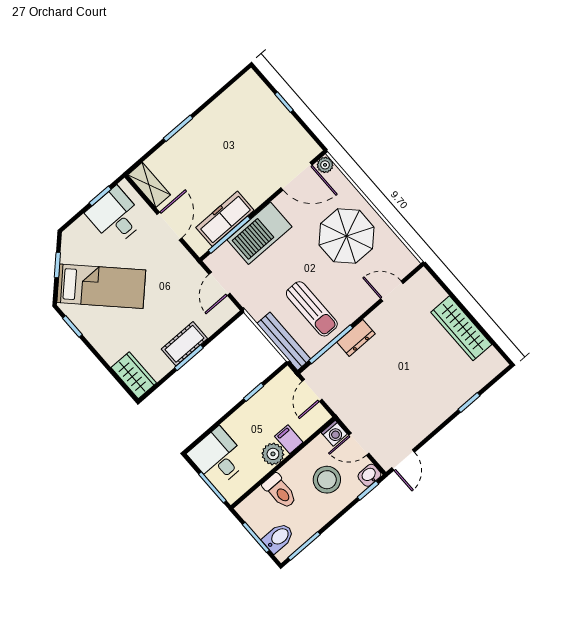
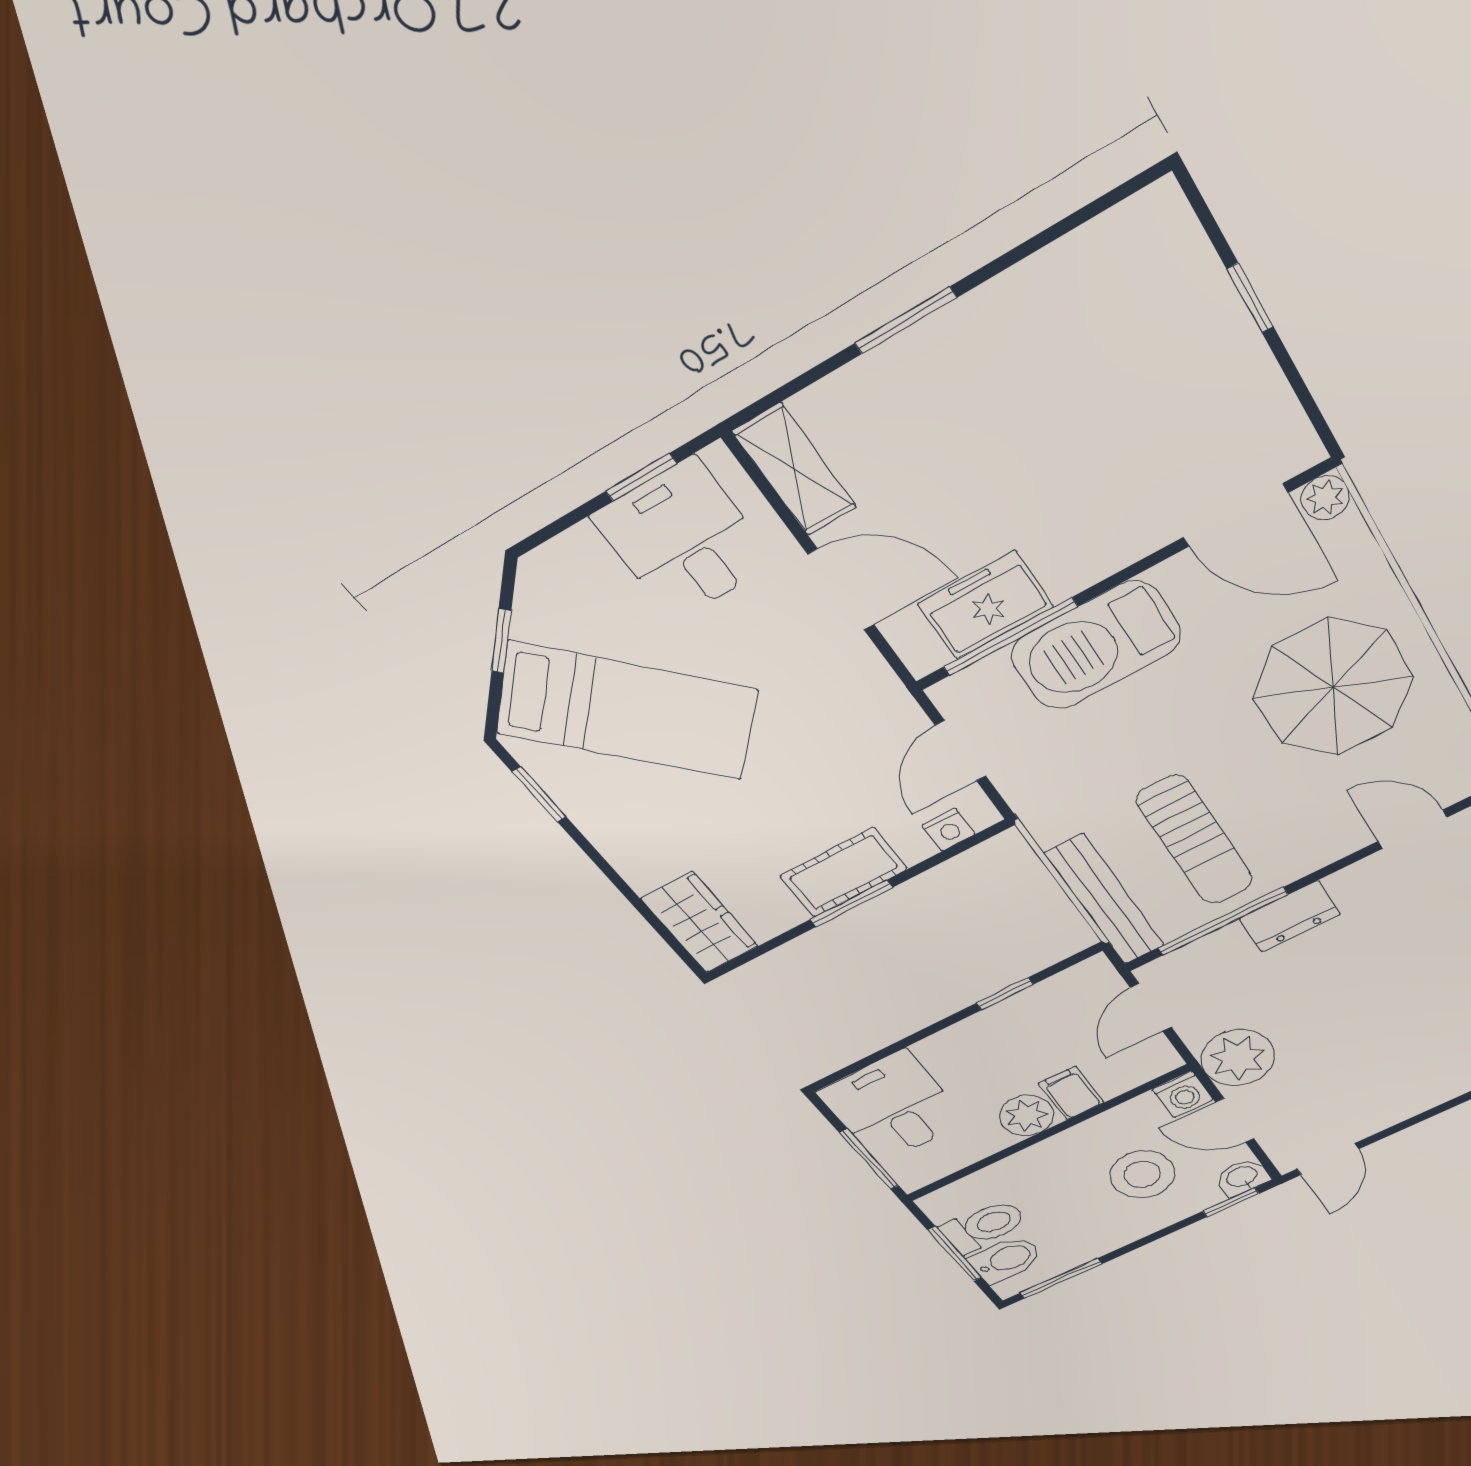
freezer: (225, 219) -> (986, 605), width x0.71
door: (169, 226) -> (841, 590), hinge flipped
nightstand: (220, 318) -> (949, 830), added
plant: (352, 411) -> (1238, 1058), added
toilet: (280, 491) -> (984, 1226), moved, turned -90

